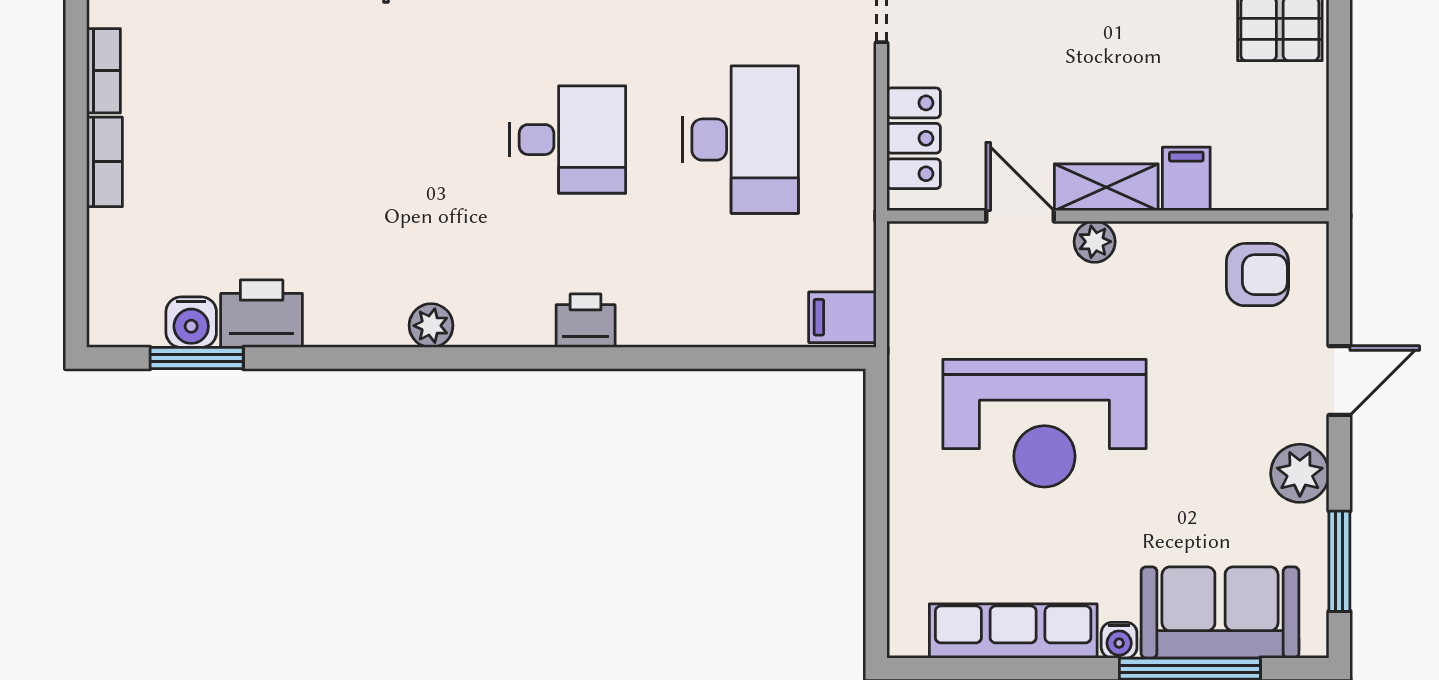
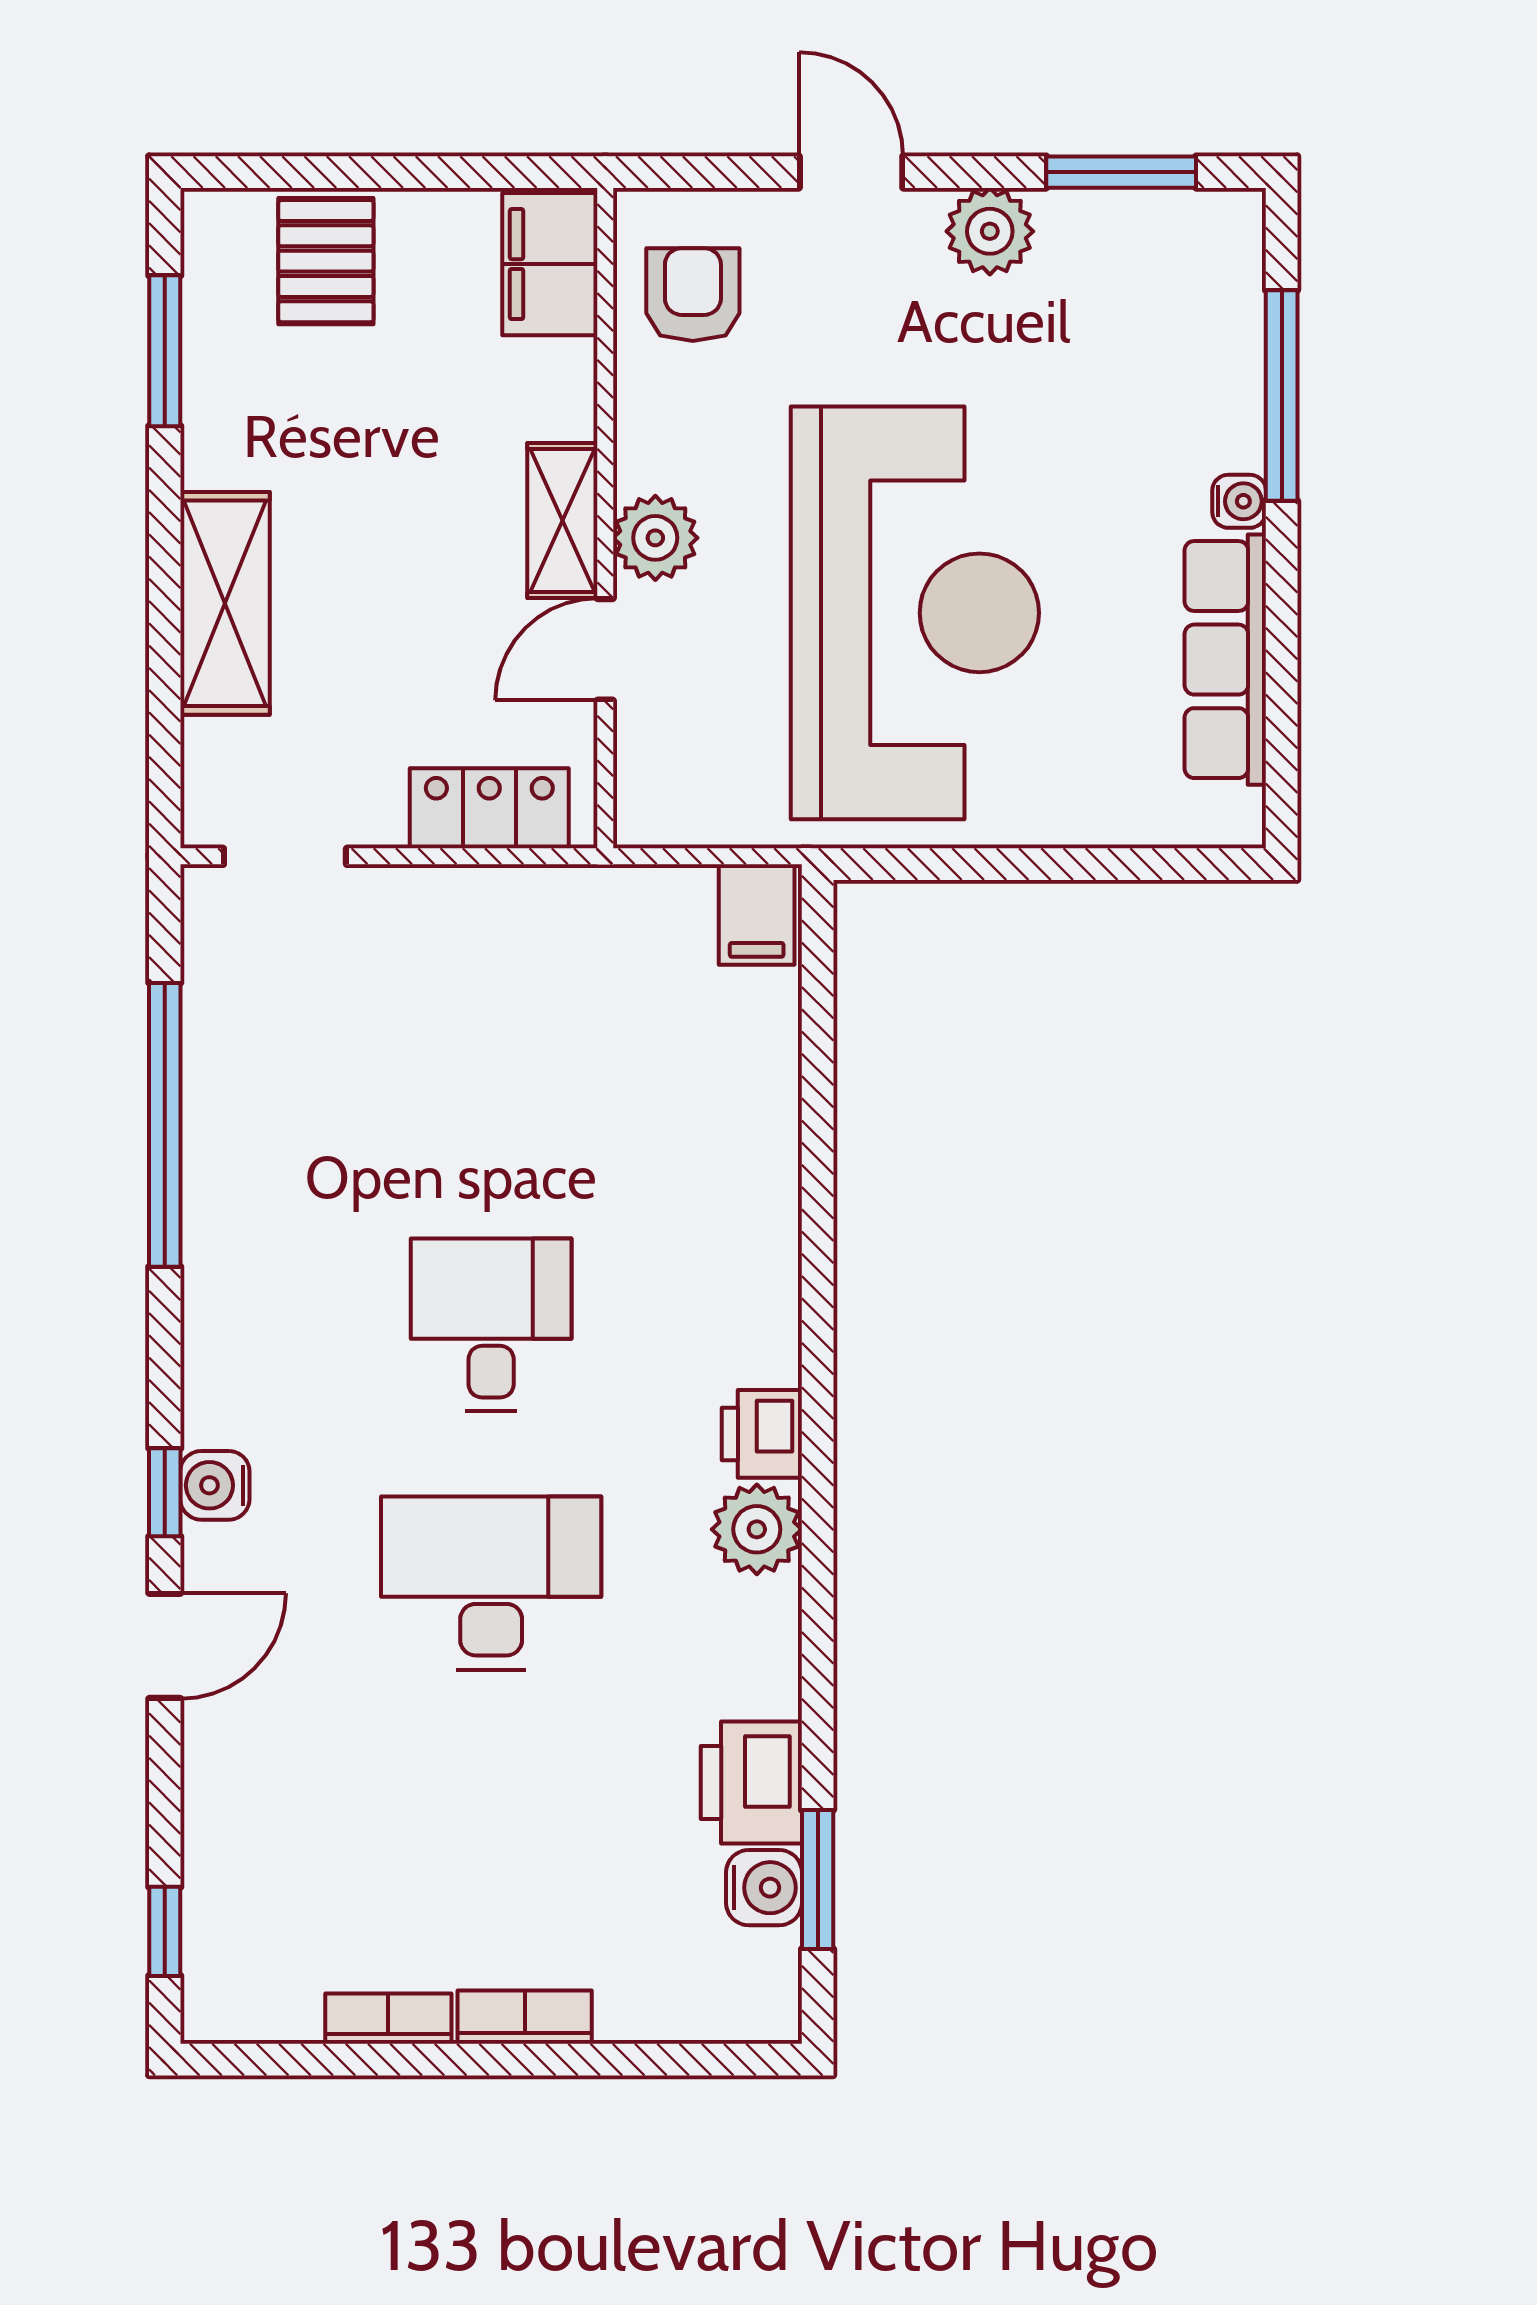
desk: (740, 140) -> (491, 1583), moved
filing cabinet: (1186, 179) -> (550, 264), moved, width x2.00
plant: (1095, 242) -> (655, 538), width x1.38, depth x1.38
printer: (586, 321) -> (762, 1434), moved
plant: (431, 326) -> (757, 1529), width x1.38, depth x1.38
reception desk: (1044, 423) -> (915, 613), width x1.36, depth x1.30
sofa: (1220, 612) -> (1198, 350), removed

